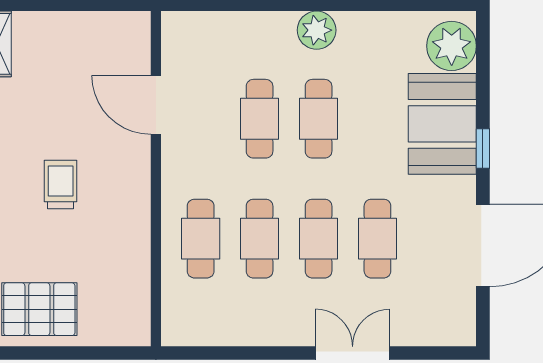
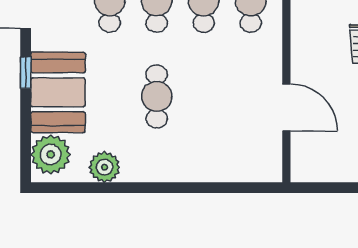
plant: (317, 30) -> (104, 167), moved
cafe table: (260, 119) -> (204, 96), removed

